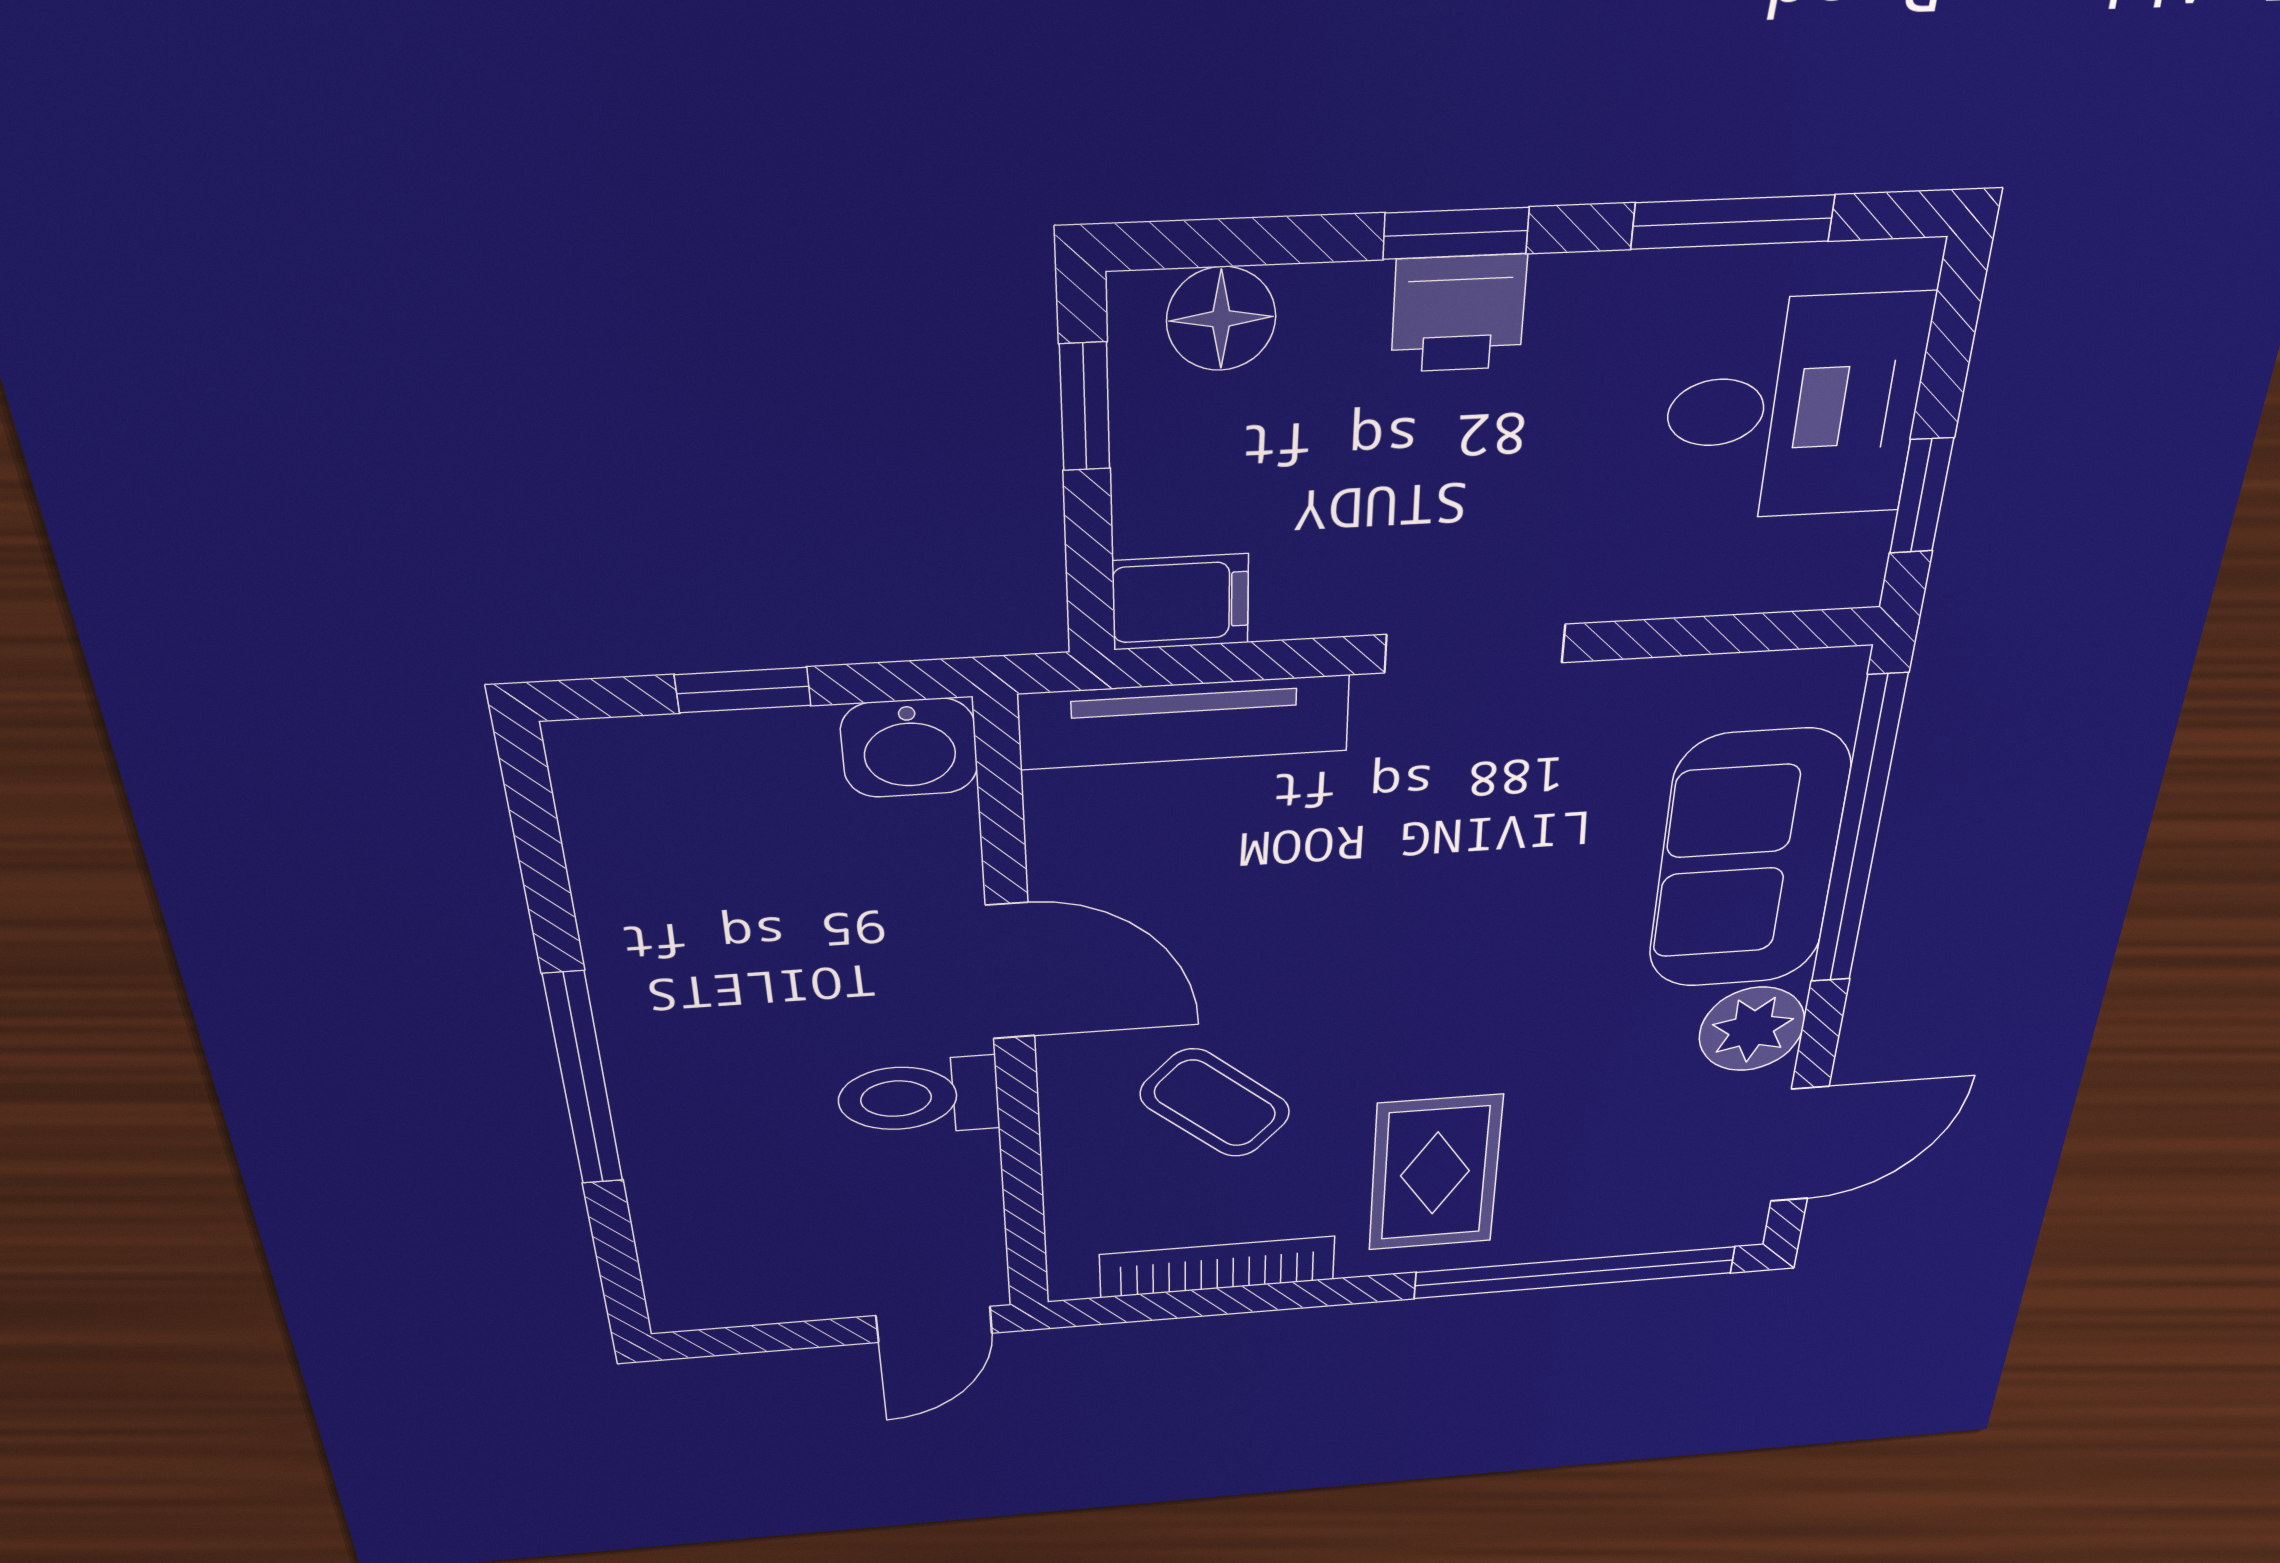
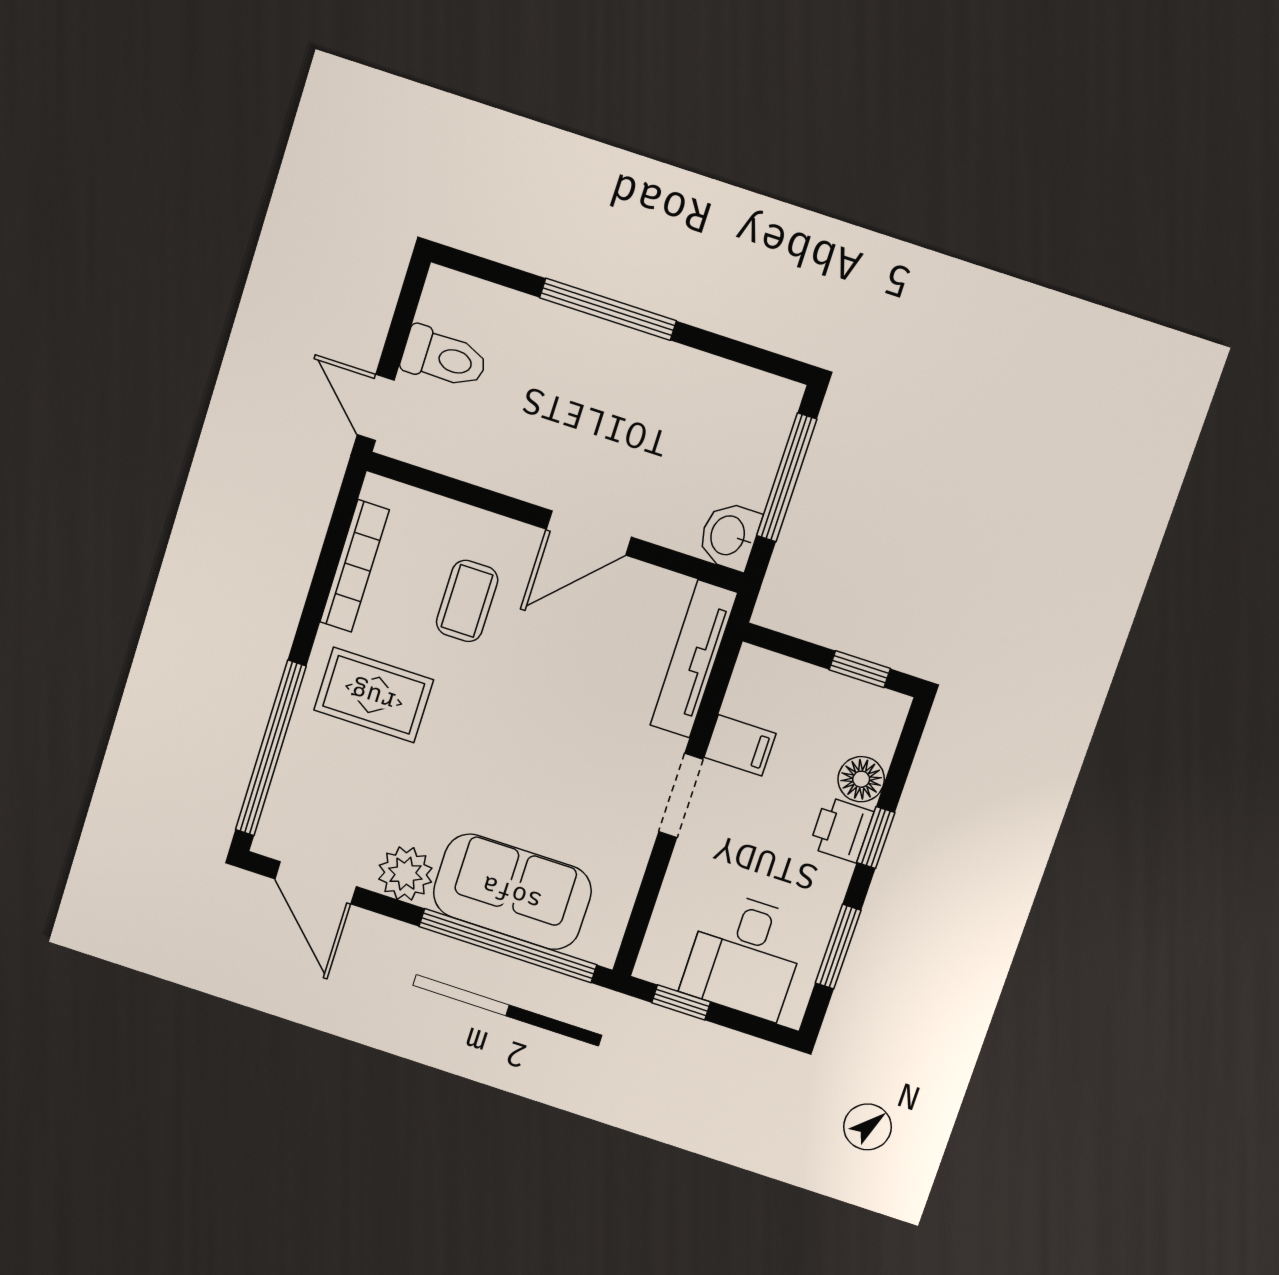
floor lamp: (1221, 319) -> (861, 779), moved
filing cabinet: (1181, 602) -> (740, 745), moved, turned -90
window: (743, 690) -> (787, 478), width x2.17
toilet: (918, 1097) -> (444, 358), moved, turned 90
coffee table: (1215, 1103) -> (467, 601), turned -42

